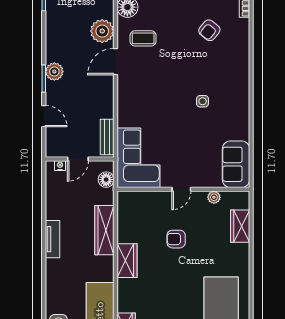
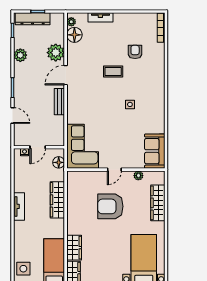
armchair: (209, 30) -> (135, 52), turned 141
coffee table: (143, 38) -> (113, 71), moved
plant: (54, 72) -> (20, 55), moved
bench: (107, 137) -> (59, 102), moved
wardrobe: (240, 226) -> (158, 203), width x1.50
armchair: (176, 239) -> (110, 206), width x1.88, depth x1.88
wardrobe: (127, 261) -> (74, 248), moved

